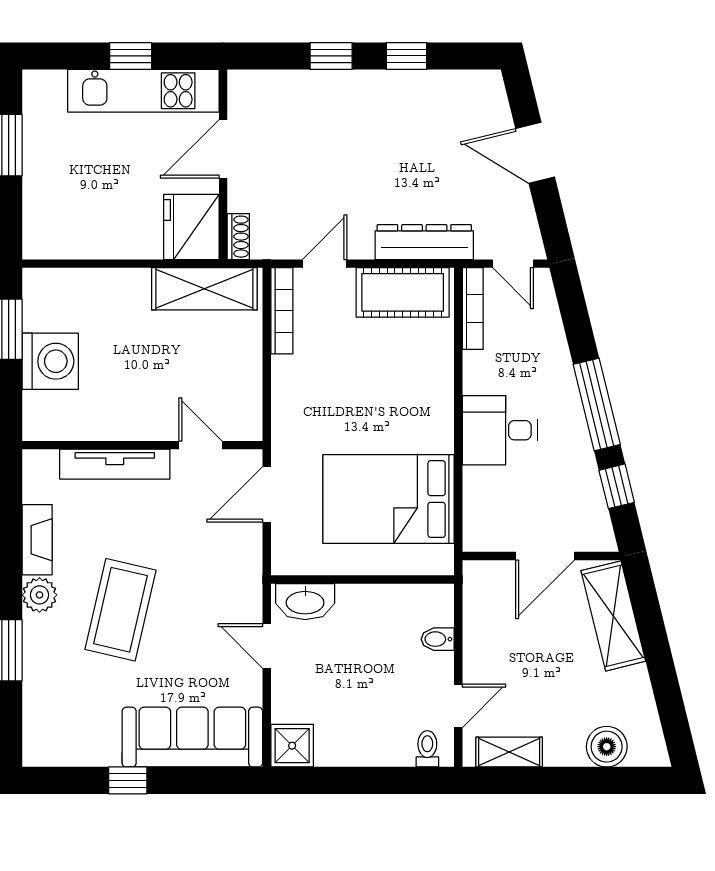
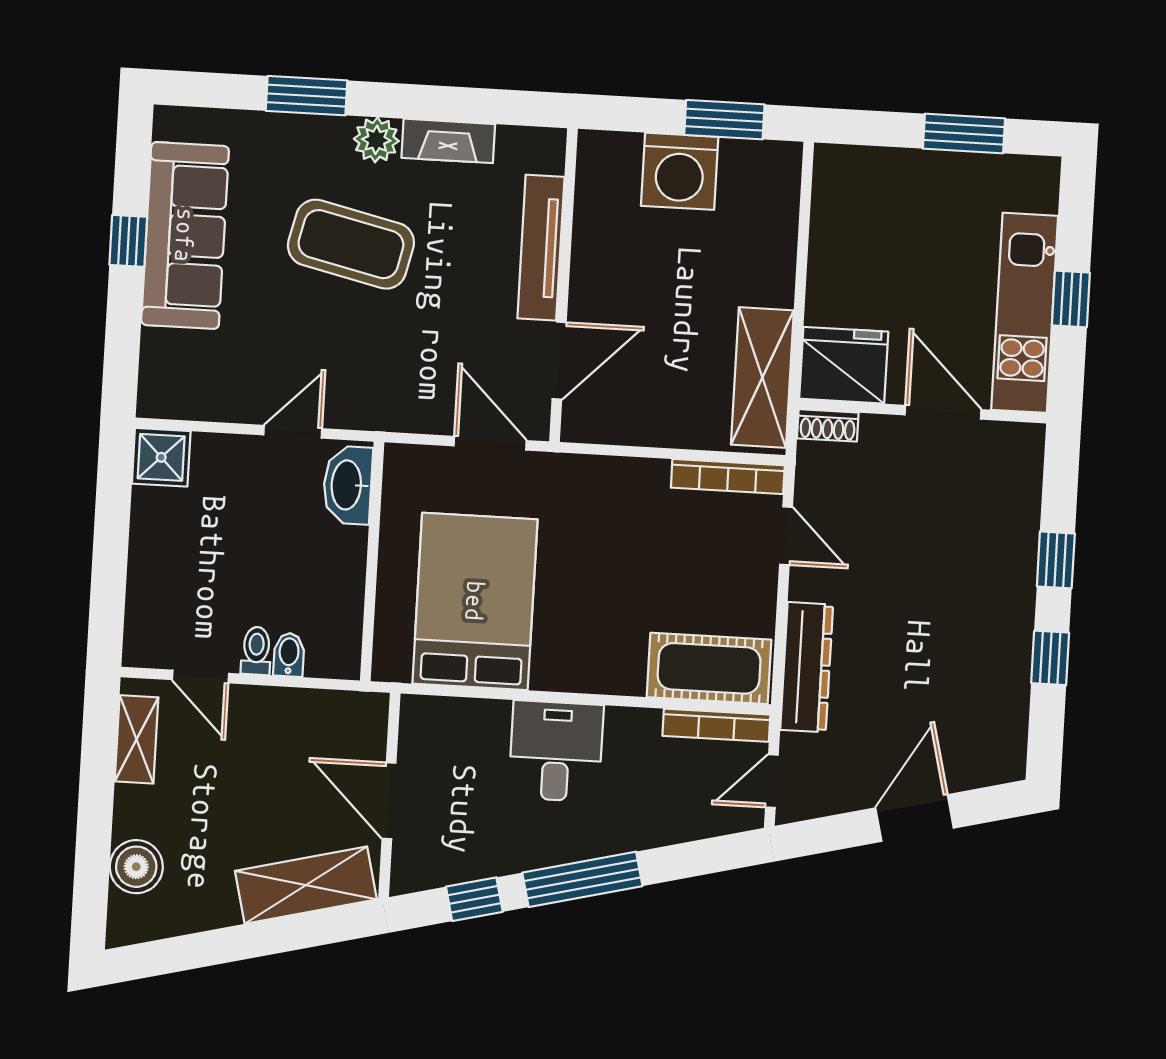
cot: (403, 292) -> (709, 668), moved, turned 90
door: (200, 445) -> (559, 361), width x1.38
sofa: (192, 737) -> (185, 235), moved
toilet: (427, 749) -> (256, 651), moved, turned -90

